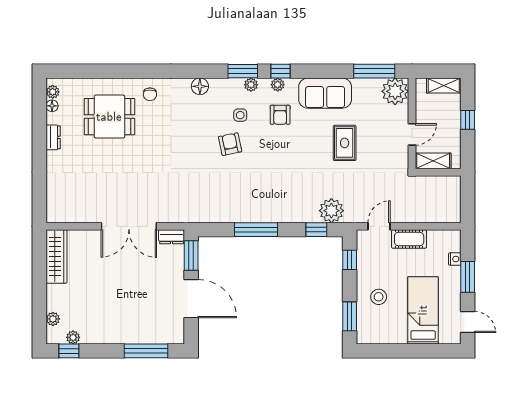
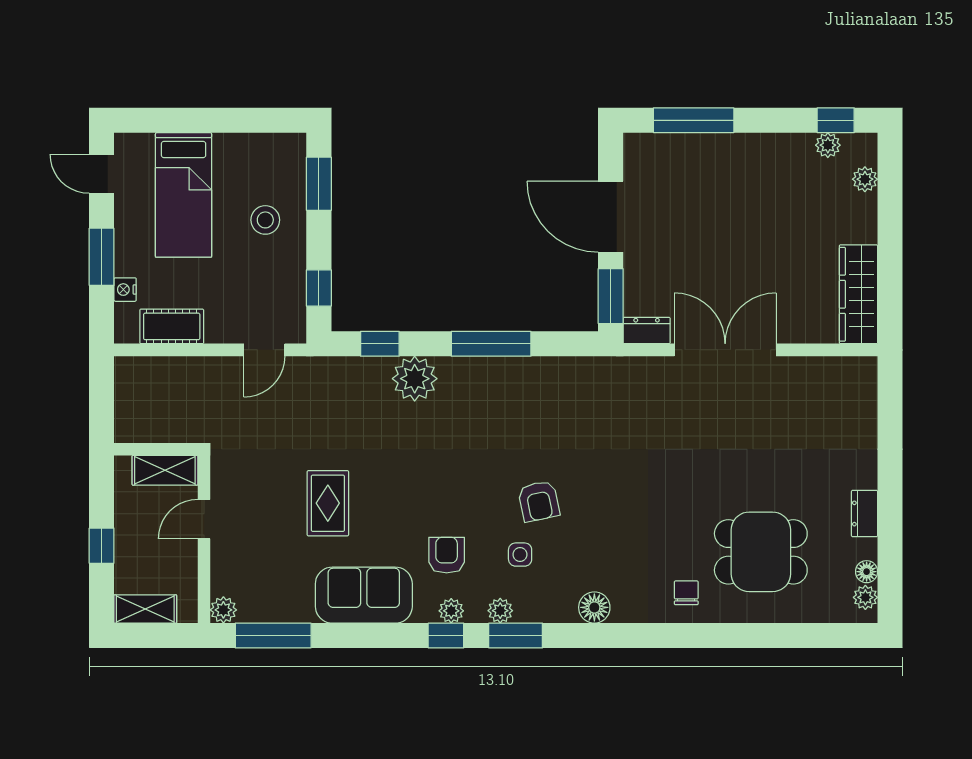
plant: (395, 91) -> (223, 610), width x0.53, depth x0.53
plant: (331, 211) -> (415, 379), moved
cot: (409, 239) -> (172, 326), moved

